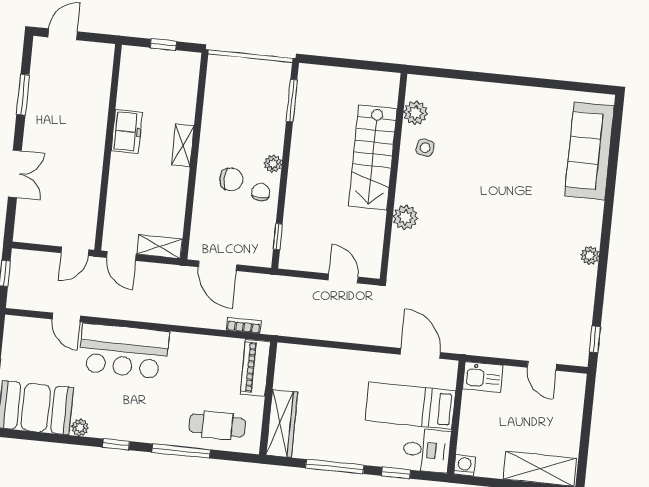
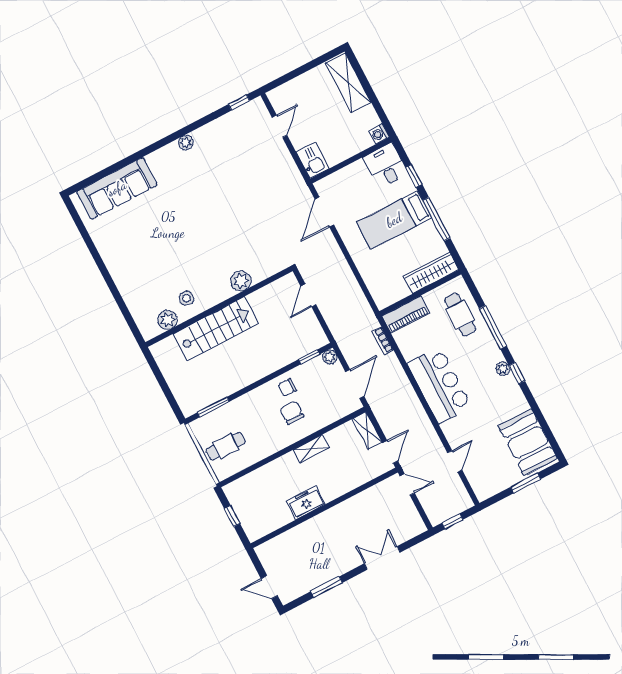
cafe table: (242, 86) -> (226, 446), added
shelving: (183, 145) -> (311, 449), moved
plant: (273, 164) -> (330, 357), moved
bar counter: (124, 351) -> (440, 385), moved
bed: (410, 406) -> (394, 220), moved, turned 90
plant: (80, 428) -> (503, 369), moved

